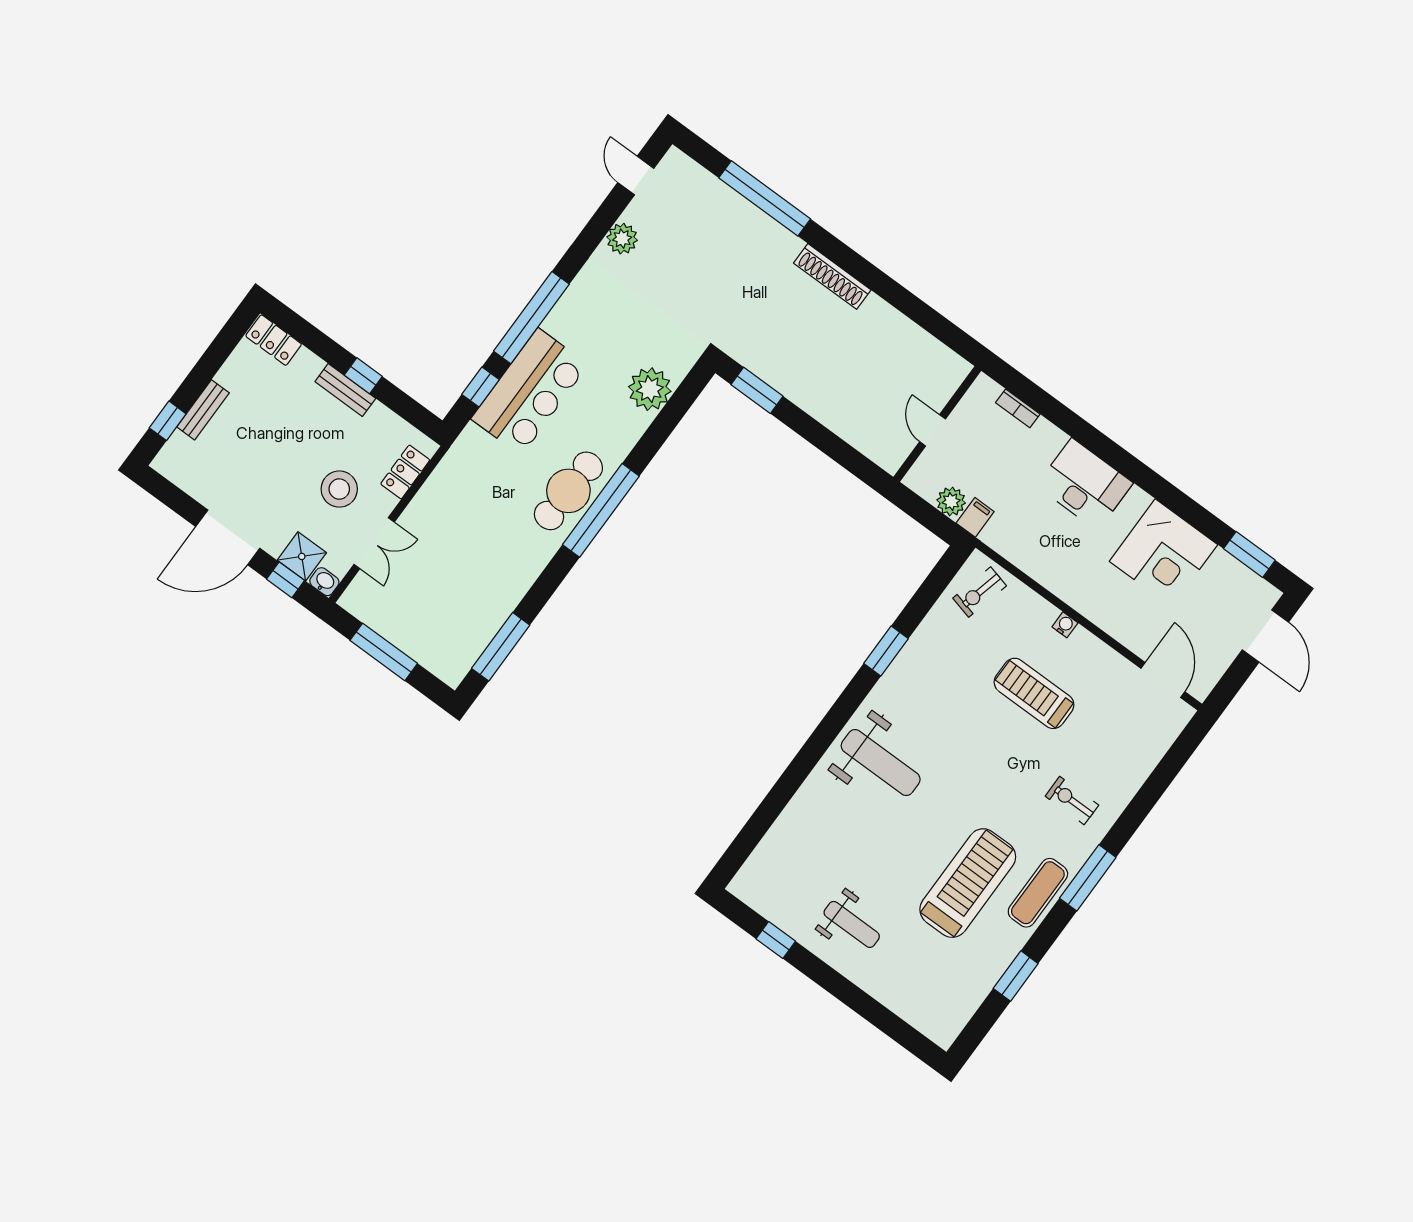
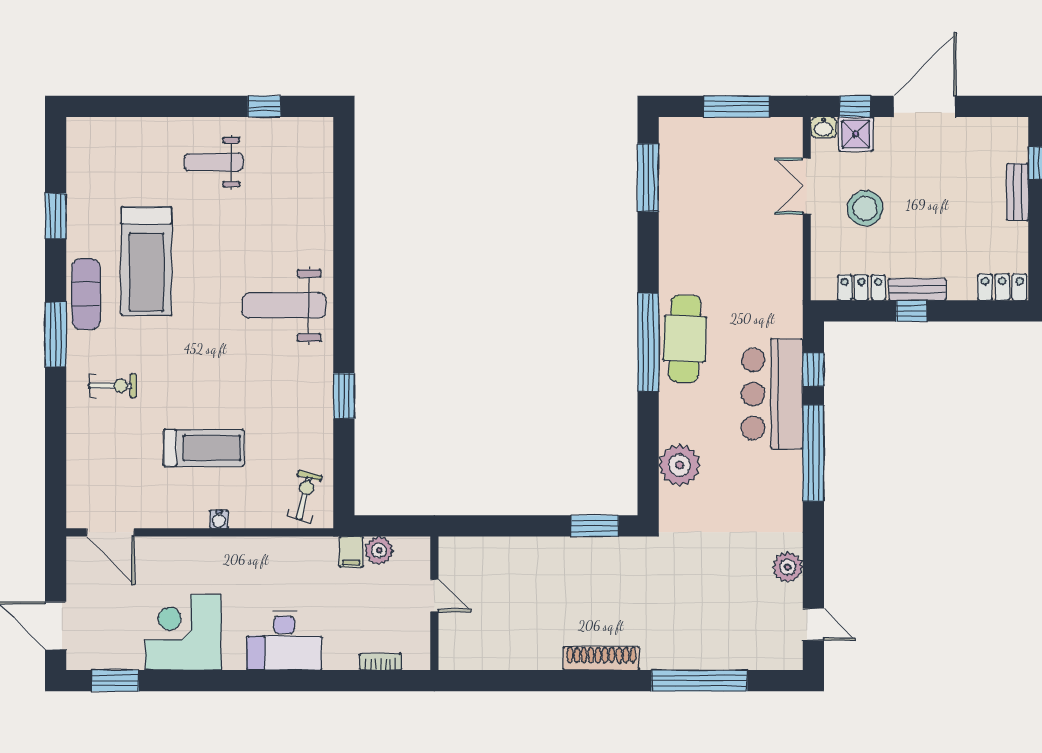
locker: (405, 472) -> (862, 288), moved, turned -90

